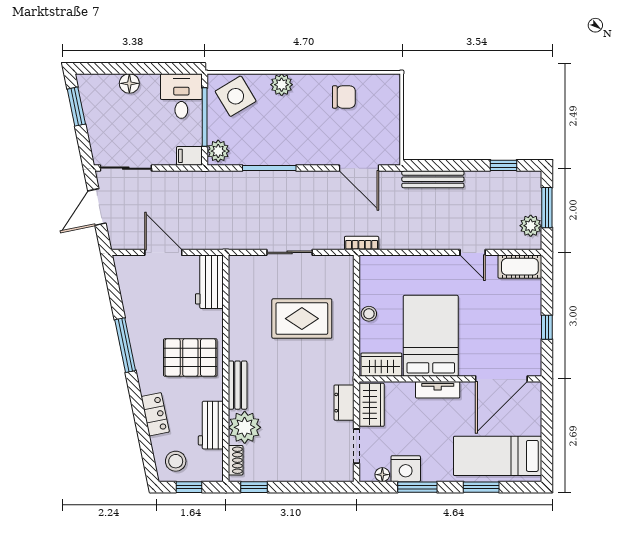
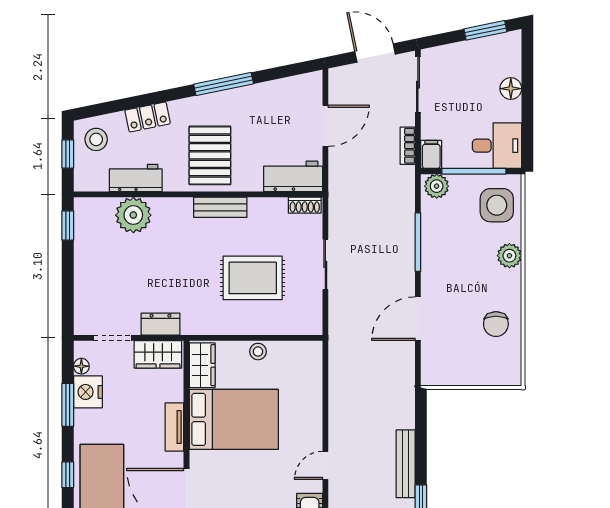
side table: (236, 96) -> (497, 205), turned 31
door: (359, 168) -> (418, 319), moved
bench: (433, 179) -> (406, 464), moved
bookcase: (362, 243) -> (408, 146), moved, turned 180
rug: (302, 319) -> (253, 278), turned 90
bench: (238, 385) -> (220, 207), moved
shoe rack: (236, 460) -> (305, 205), moved
window: (481, 487) -> (68, 475), width x0.67

